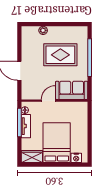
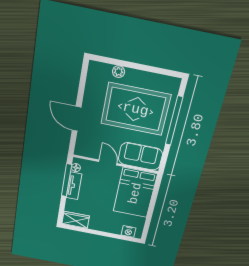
rug: (60, 55) -> (136, 109), width x1.37, depth x1.44
door: (48, 101) -> (108, 162), hinge flipped
bed: (57, 143) -> (135, 193), moved, turned 180

